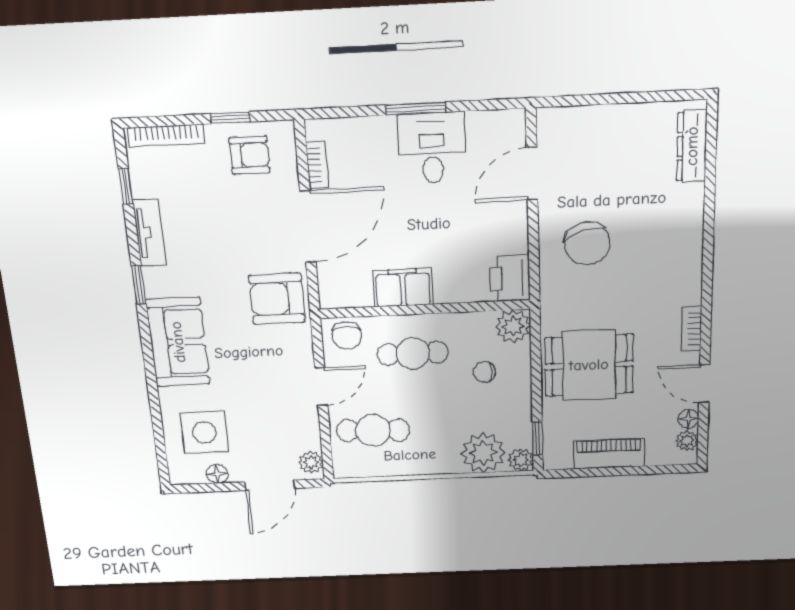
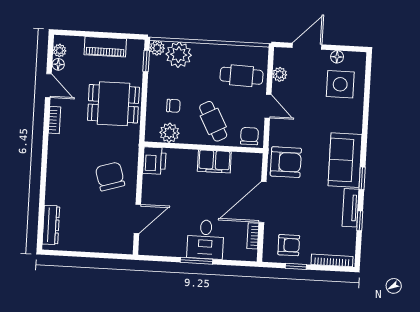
desk: (432, 148) -> (205, 239), moved
armchair: (249, 155) -> (289, 245), turned 180
window: (126, 186) -> (360, 221), moved
plant: (513, 326) -> (169, 133), moved
sofa: (178, 342) -> (345, 160), moved
cafe table: (413, 353) -> (213, 121), turned 62
door: (321, 387) -> (268, 106), swing flipped
plant: (311, 462) -> (280, 74), moved

